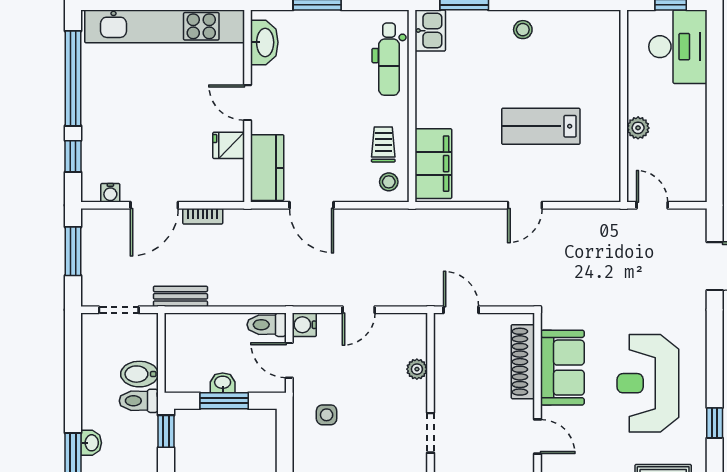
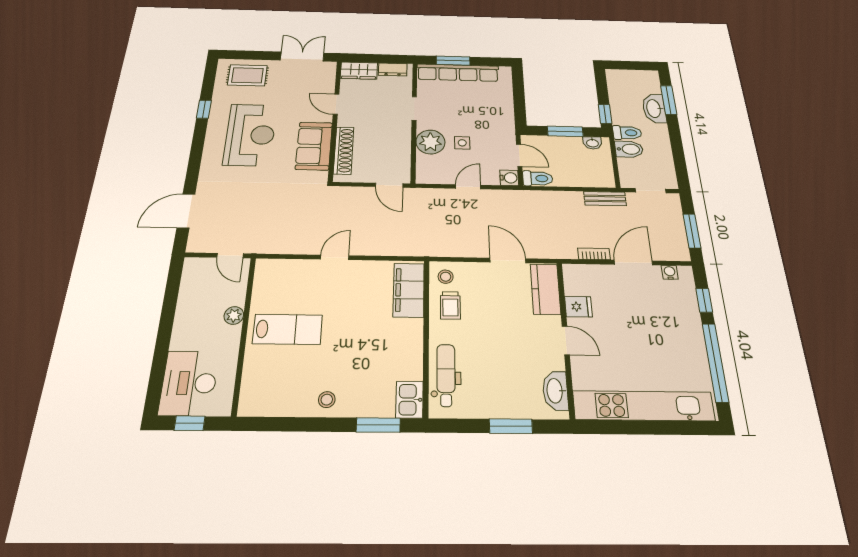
lab bench: (541, 126) -> (288, 329), moved
plant: (417, 369) -> (430, 142), width x1.88, depth x1.88
washbasin: (223, 383) -> (592, 143), moved
side table: (327, 415) -> (462, 143), moved
washbasin: (91, 443) -> (654, 109), width x1.91, depth x1.45

